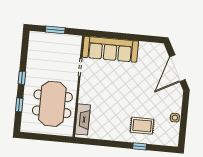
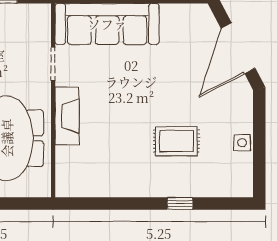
fireplace: (83, 119) -> (67, 116), moved
rug: (142, 126) -> (176, 141), moved

